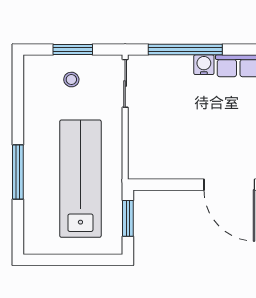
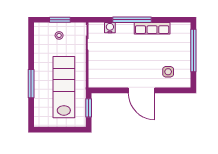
window: (185, 50) -> (132, 20), moved
water cooler: (204, 65) -> (110, 28), moved

